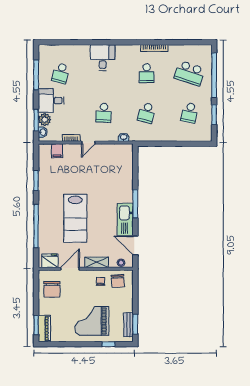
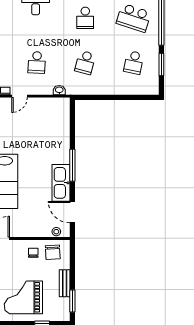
shelving: (97, 262) -> (29, 231), removed
bench: (128, 325) -> (65, 283), moved

